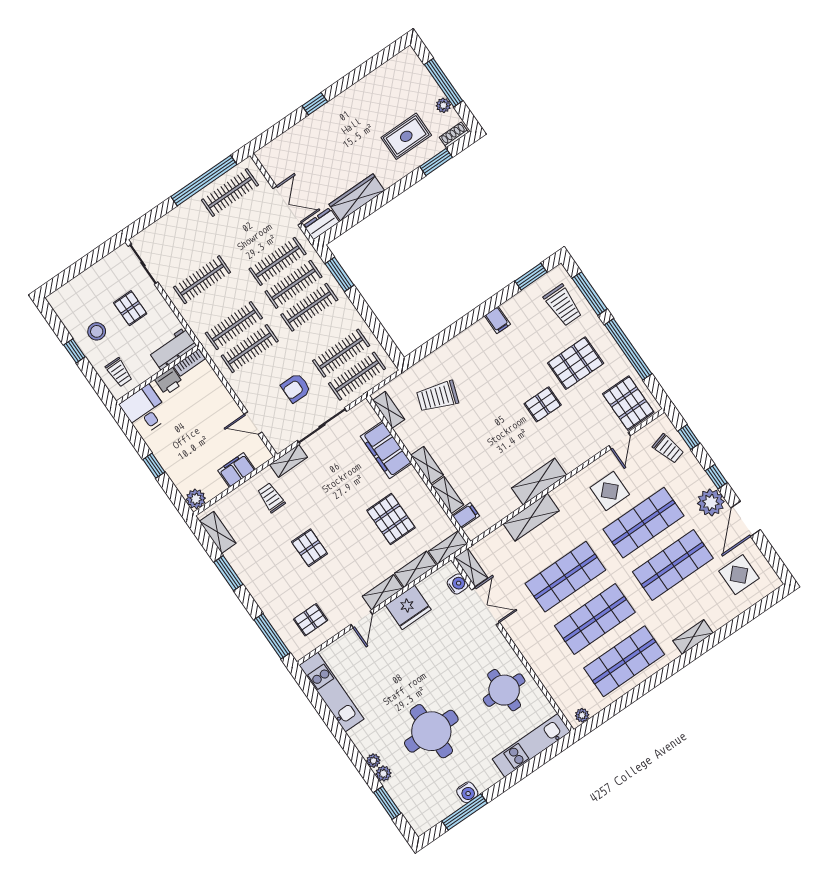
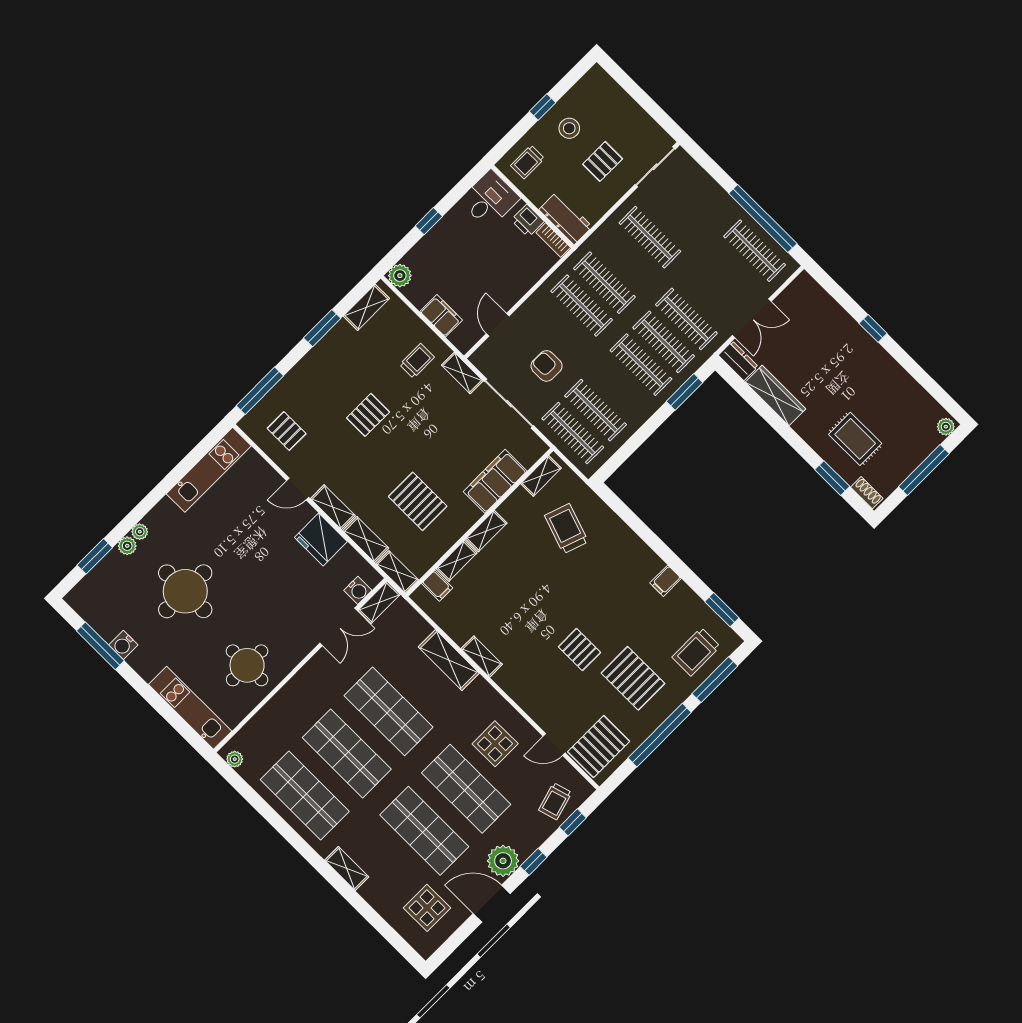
plant: (443, 105) -> (946, 427), moved
shelving: (539, 482) -> (482, 657), width x0.67, depth x0.75
pallet: (391, 519) -> (418, 501), turned 90

